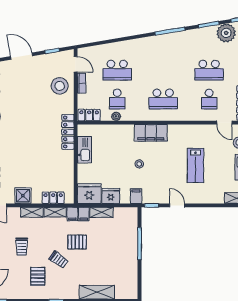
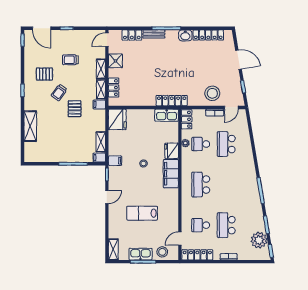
door: (22, 56) -> (239, 60), hinge flipped
kitchen sink: (85, 150) -> (167, 115), moved
fridge: (111, 196) -> (172, 151), moved, turned 180
shelving: (101, 212) -> (101, 142), moved
filing cabinet: (84, 214) -> (99, 158), moved

